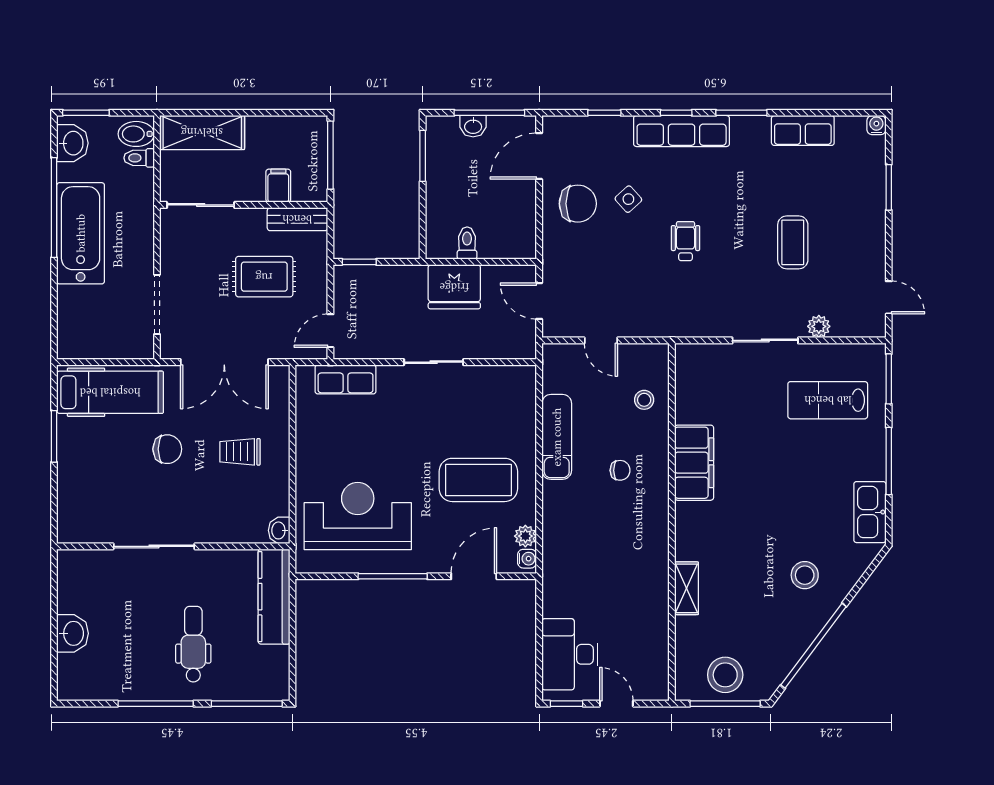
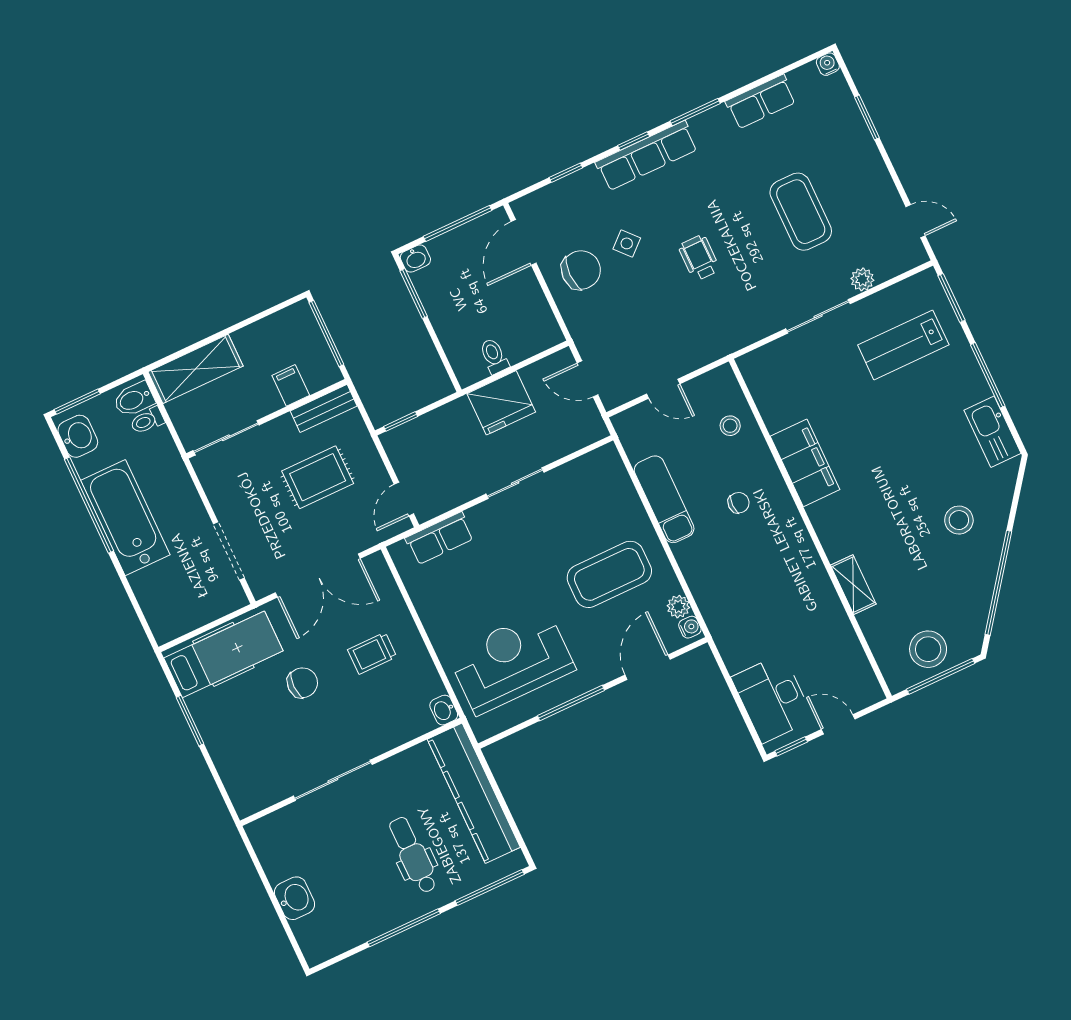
washbasin: (473, 126) -> (415, 259), moved
coffee table: (793, 242) -> (801, 212), width x1.36, depth x1.32
kitchen counter: (274, 597) -> (474, 793), width x1.39, depth x1.17

